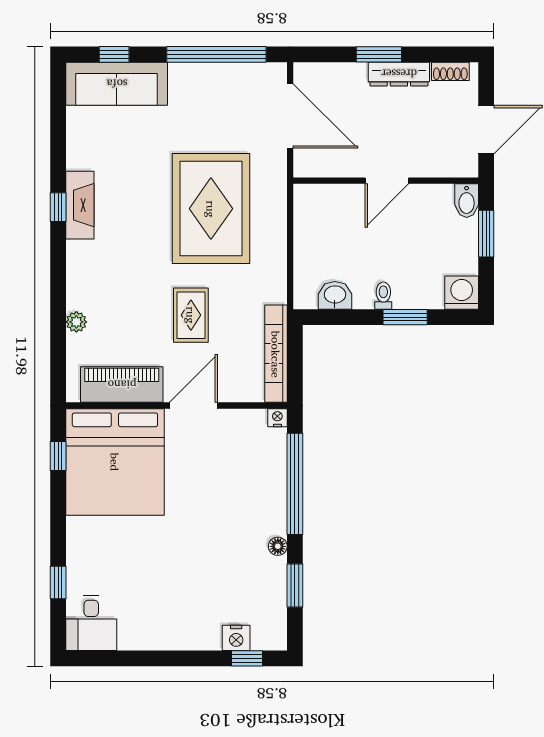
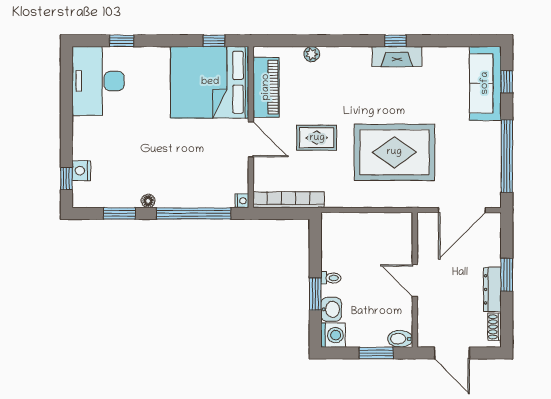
washbasin: (335, 295) -> (331, 309), moved
desk: (91, 623) -> (98, 81), width x1.87, depth x1.30

